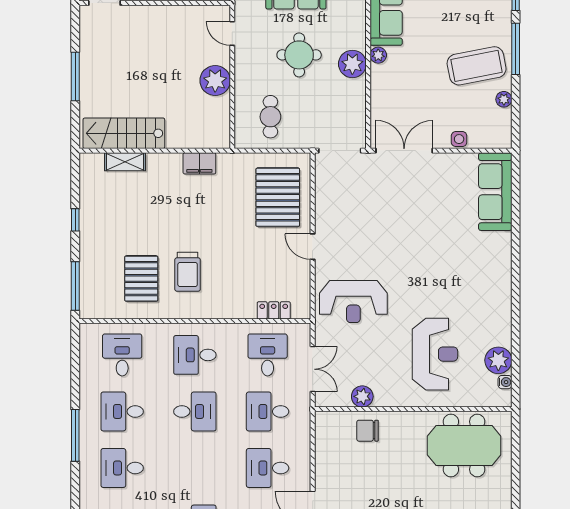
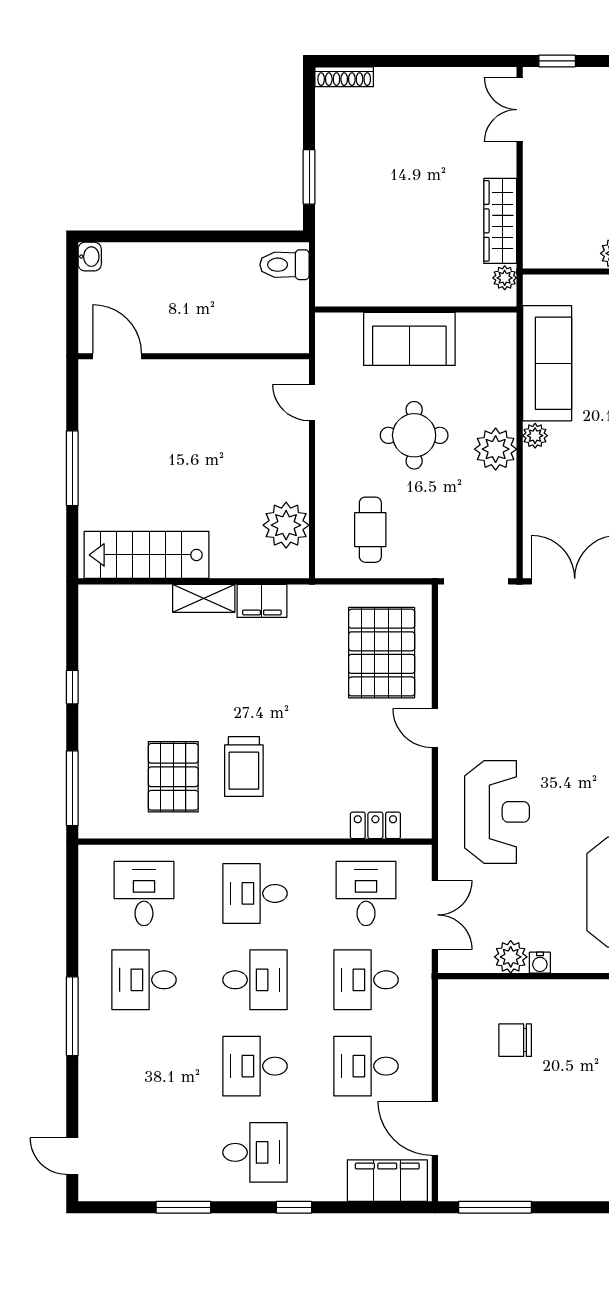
plant: (215, 81) -> (286, 525), moved
shelving: (125, 162) -> (204, 598), moved
reception desk: (353, 302) -> (497, 812), turned -90
water cooler: (381, 400) -> (540, 963), added
chair: (368, 431) -> (515, 1040), moved
desk: (122, 468) -> (255, 1066), moved

